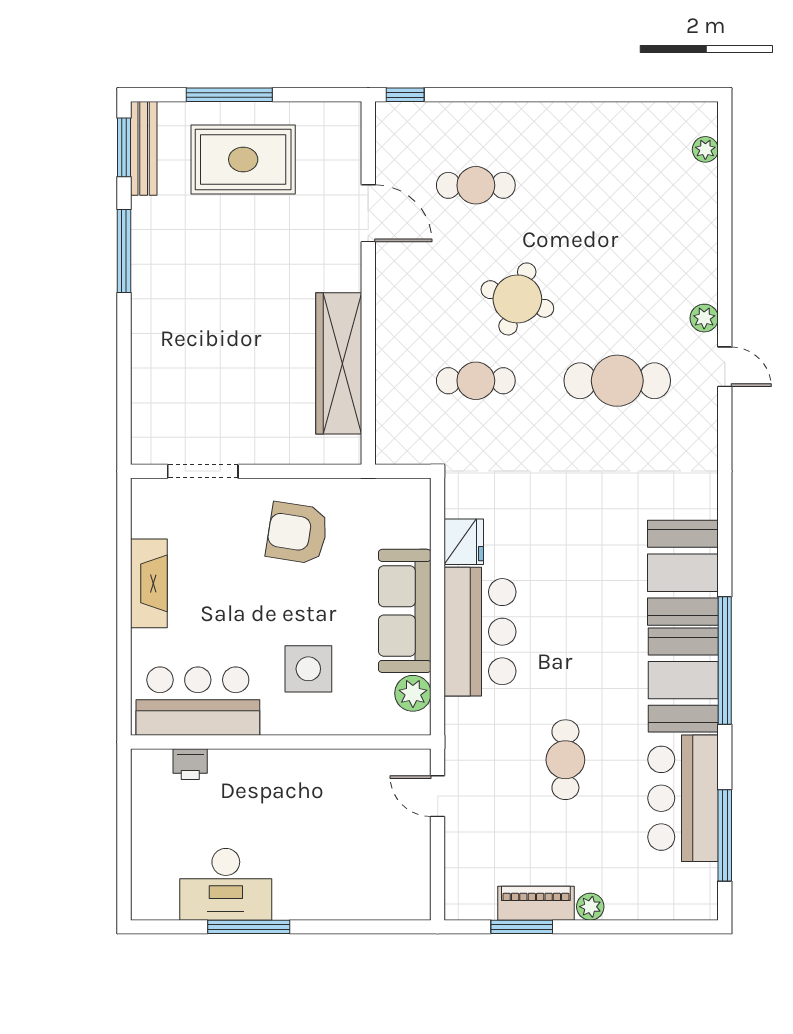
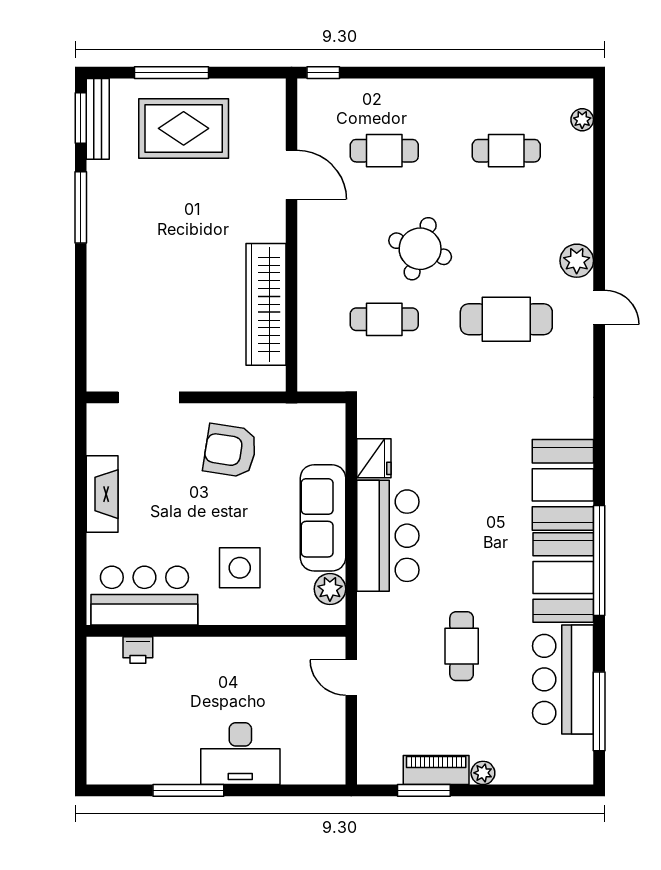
cafe table: (617, 185) -> (506, 151), added
plant: (704, 318) -> (577, 261), width x1.38, depth x1.38
desk: (226, 884) -> (240, 754), moved

